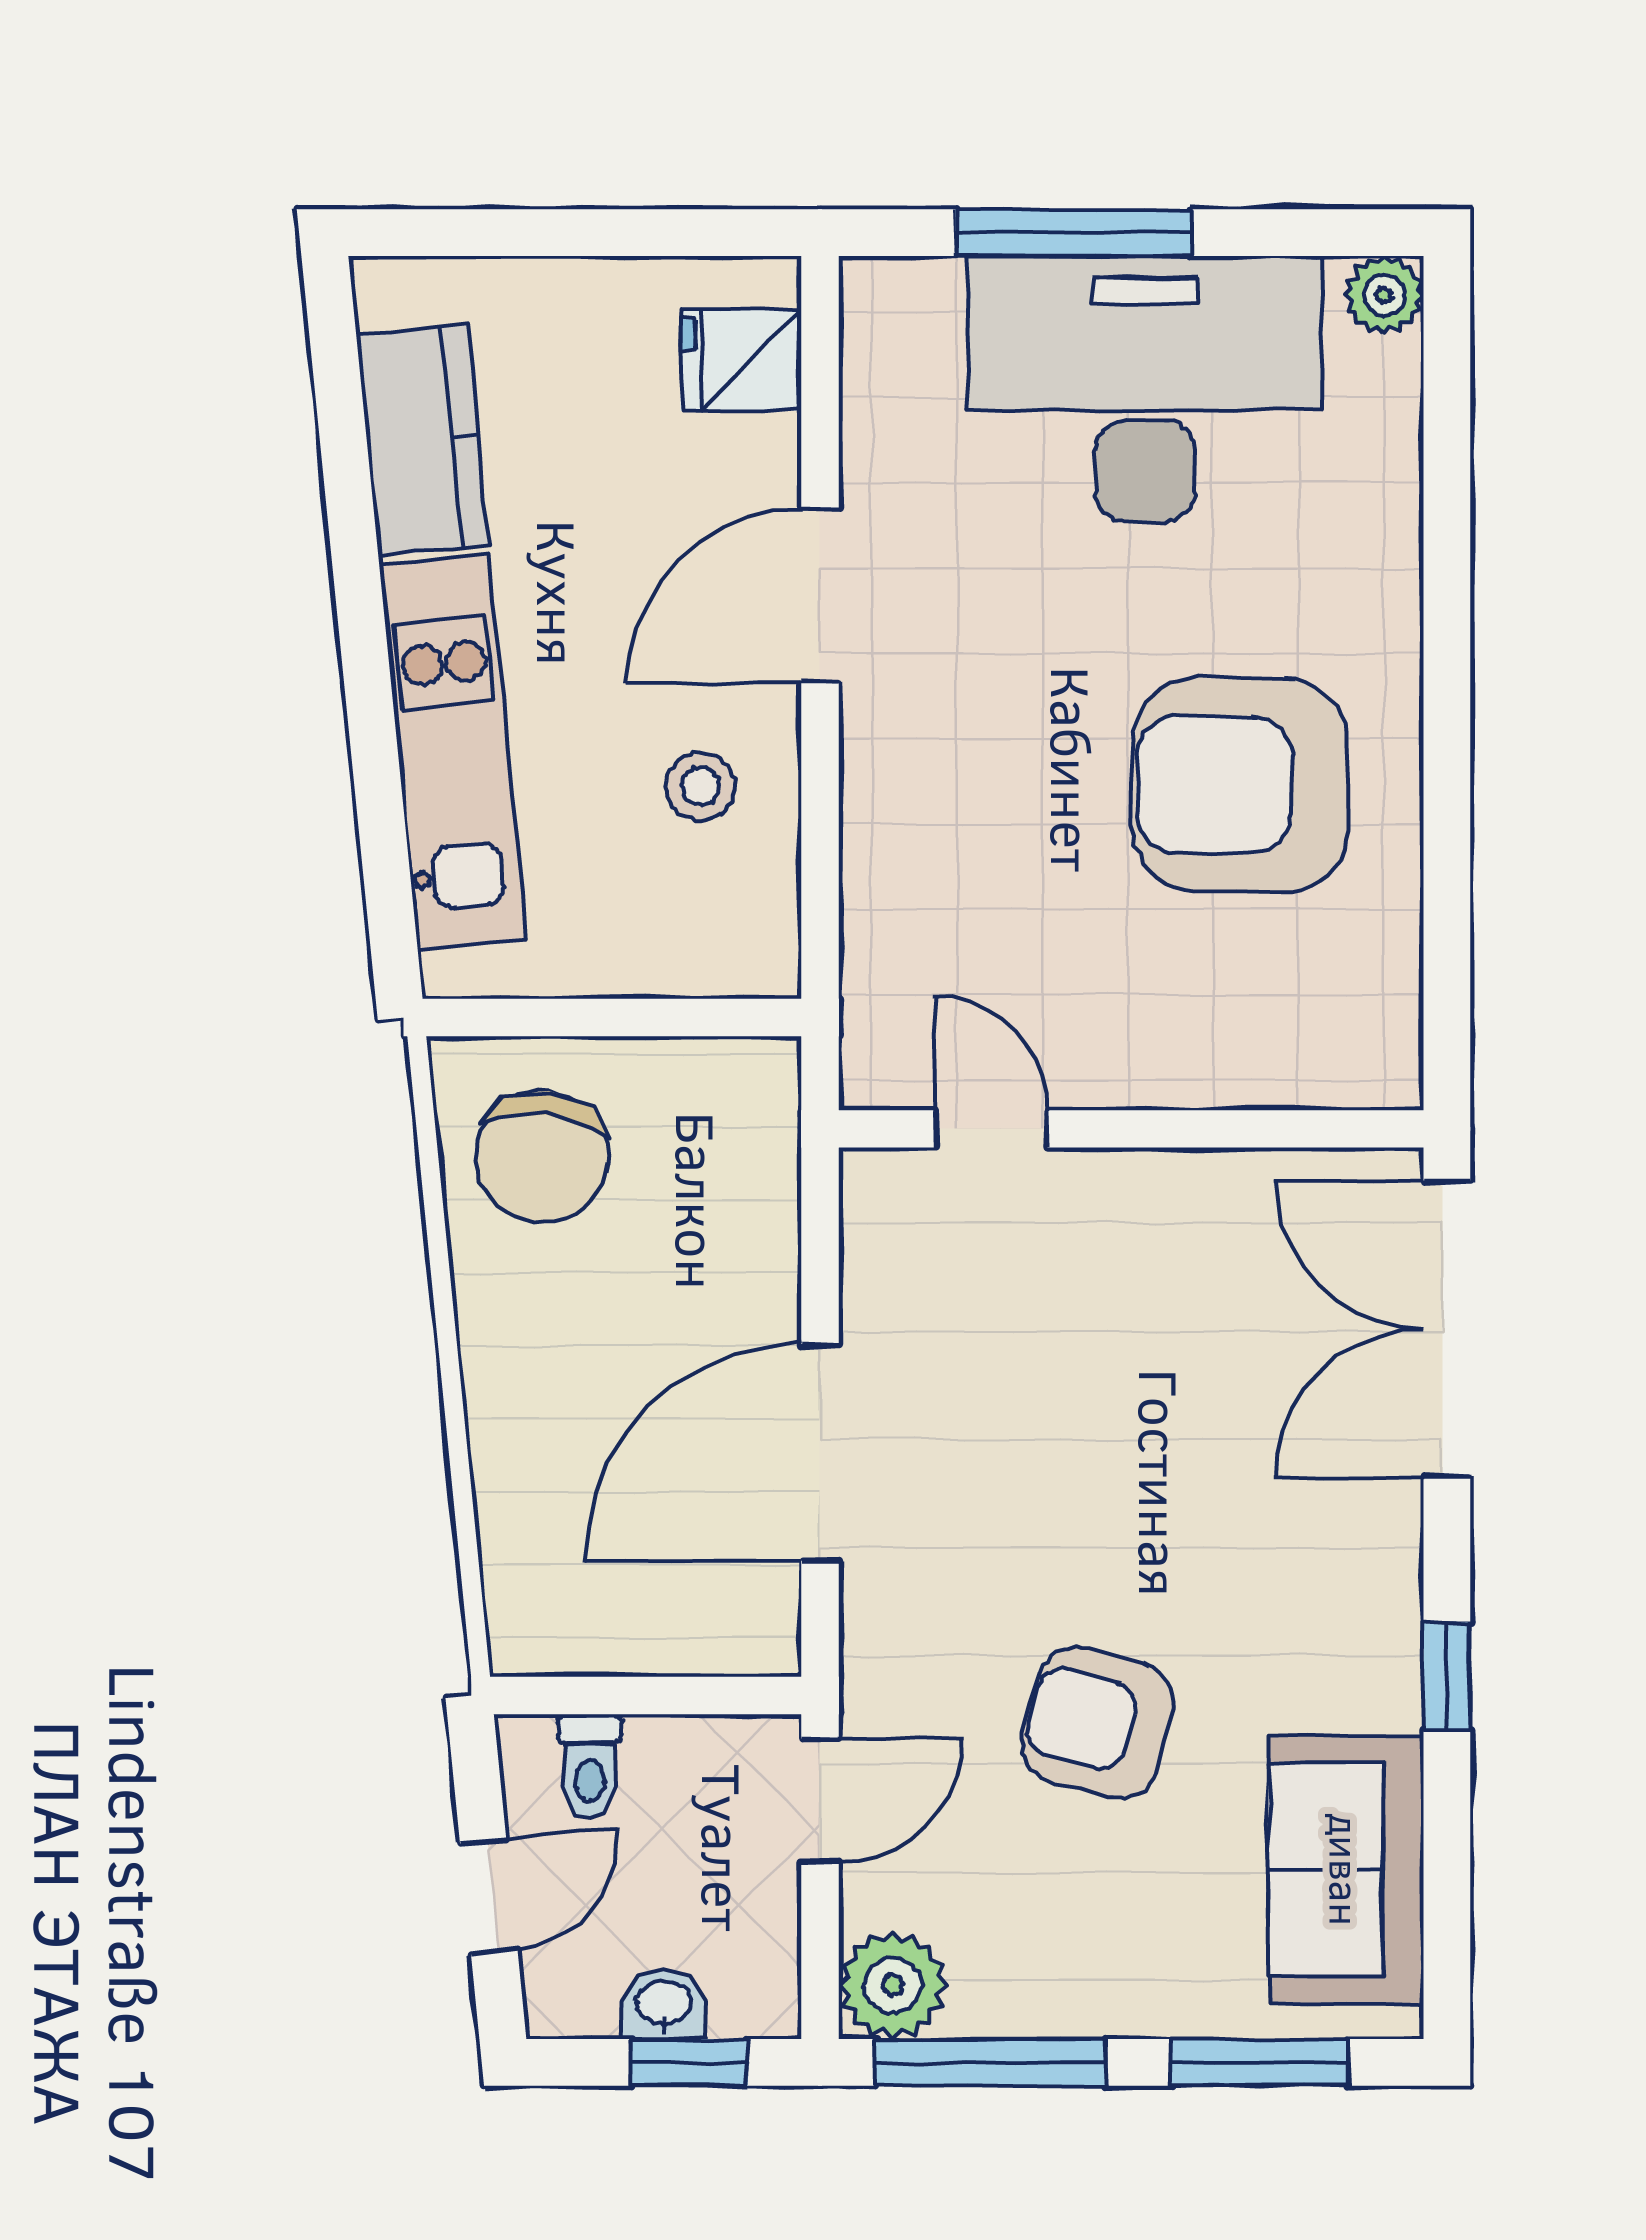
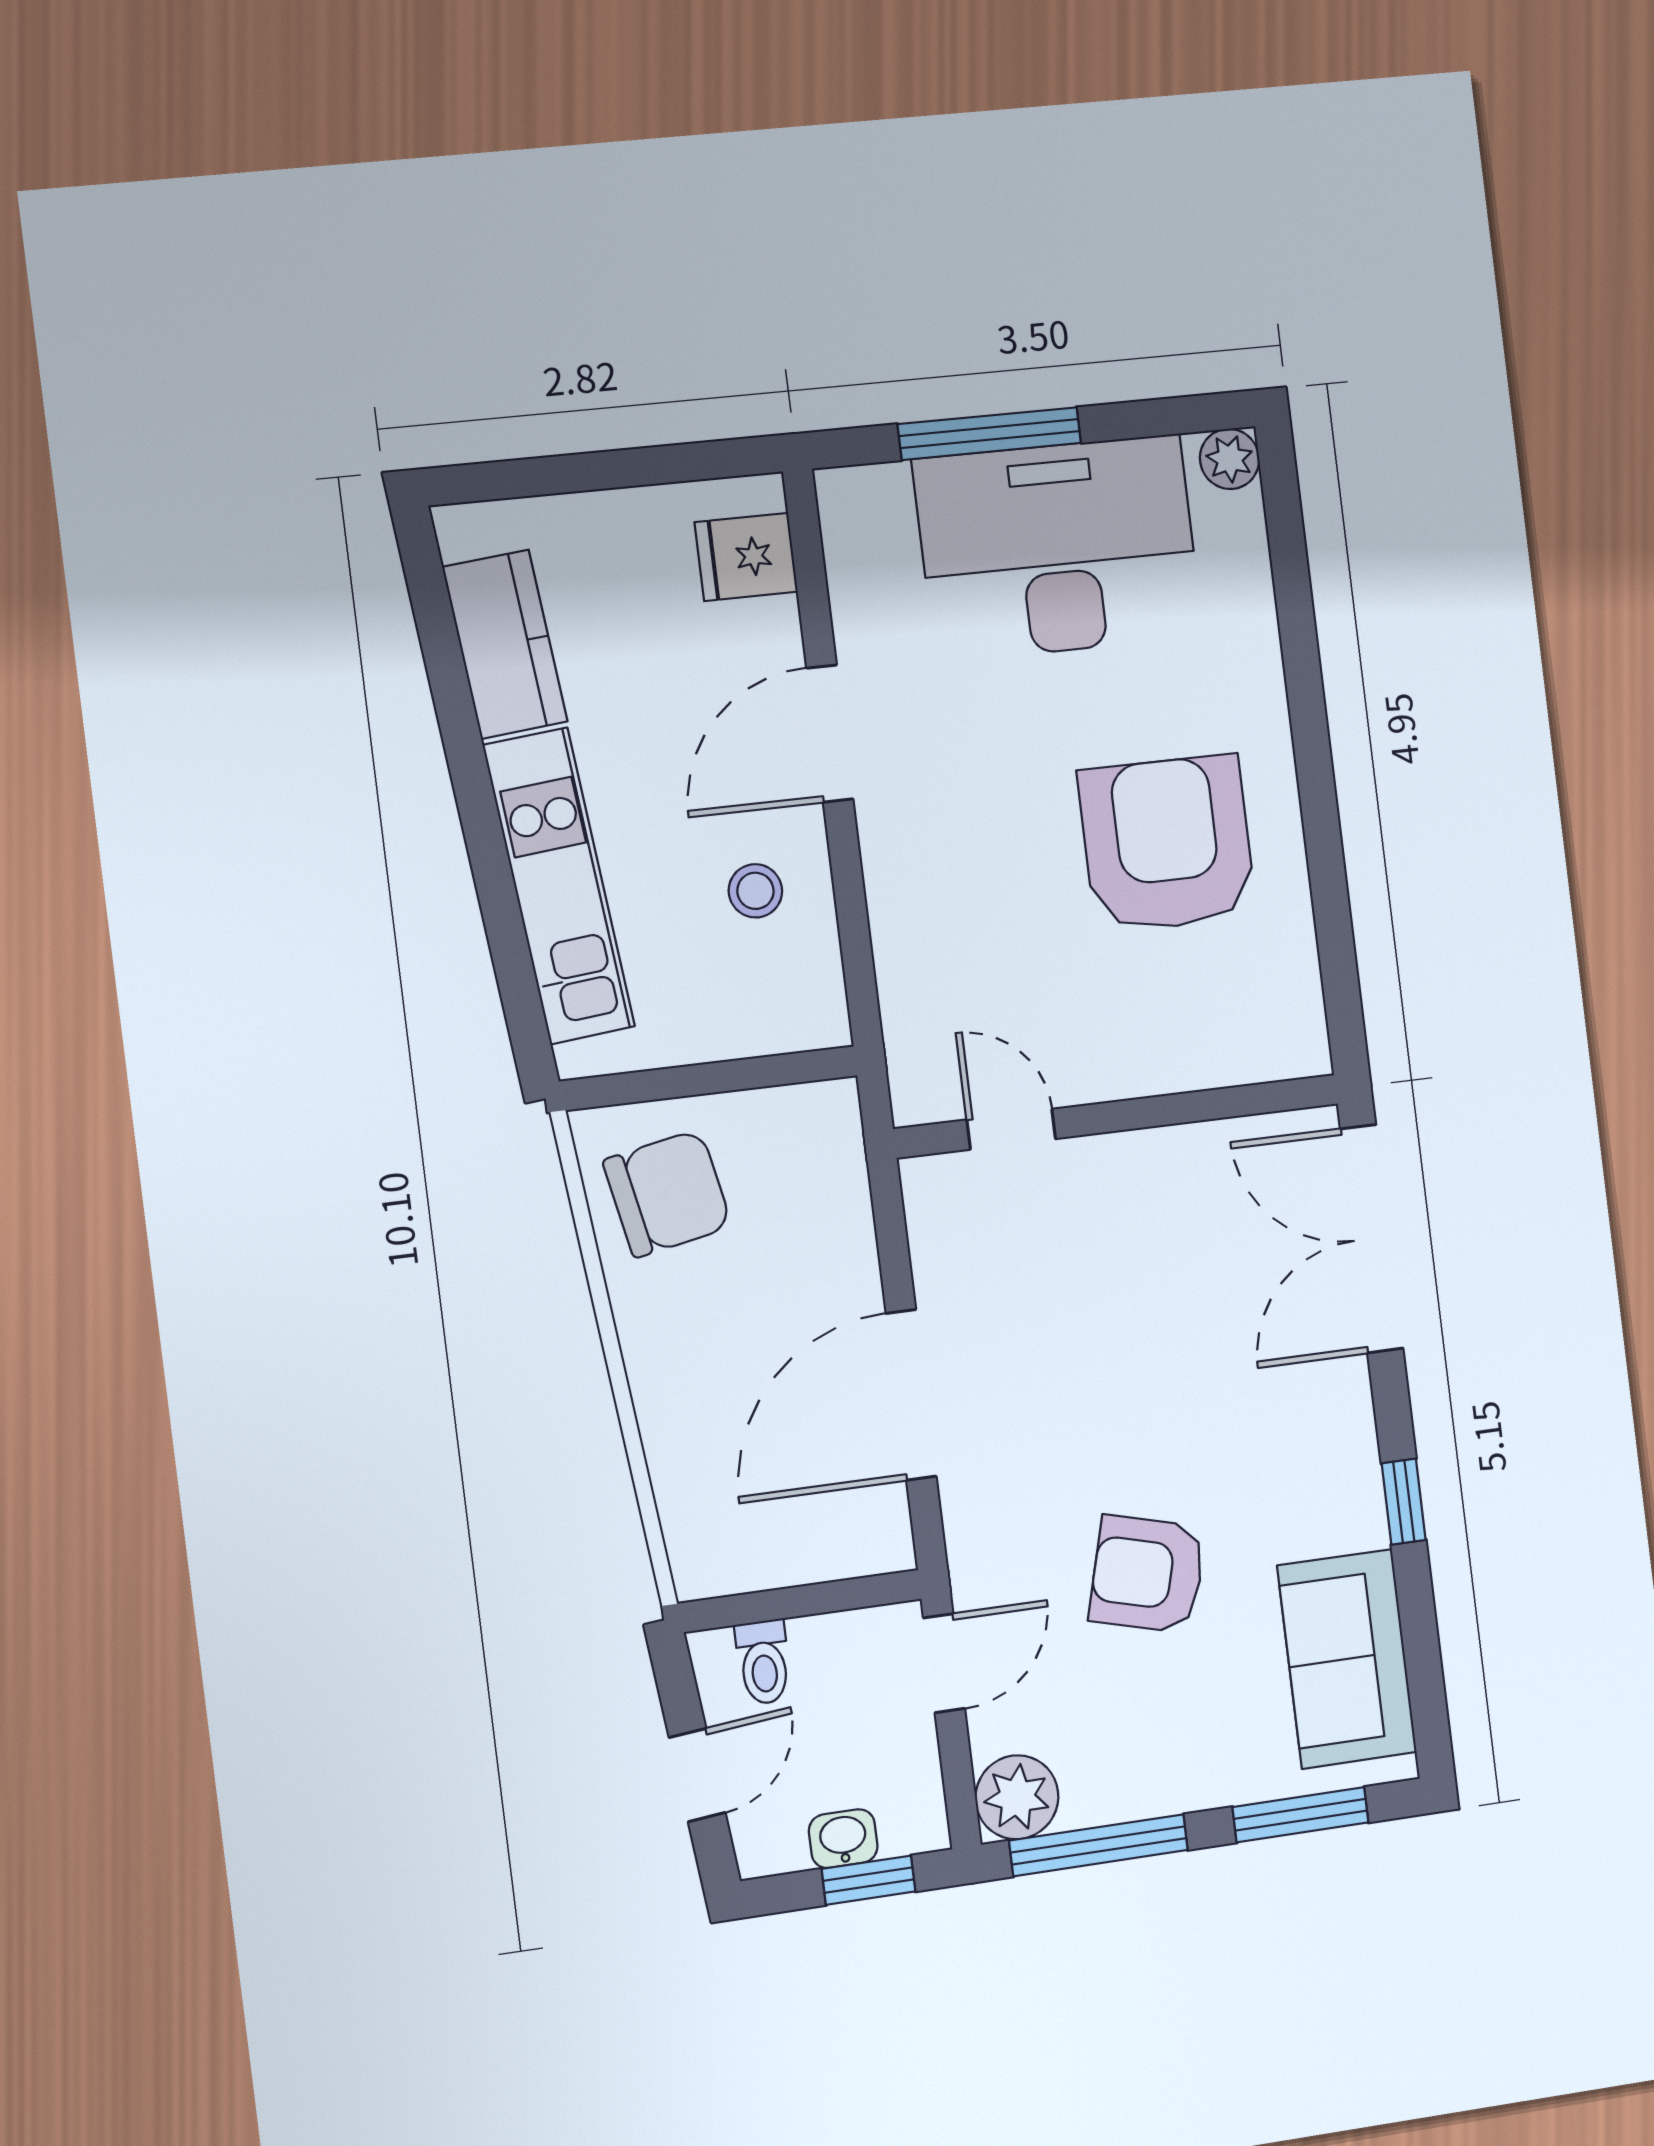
armchair: (1240, 785) -> (1167, 844), turned 89
chair: (542, 1157) -> (667, 1194), turned -107

